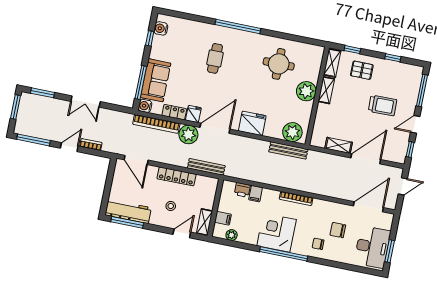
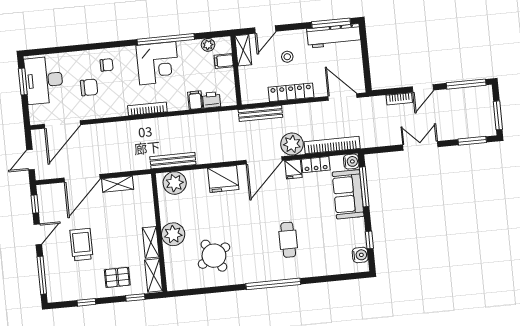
round table: (279, 64) -> (214, 256), turned -31
trolley: (383, 105) -> (81, 245), turned 91
window: (284, 254) -> (166, 39), moved

